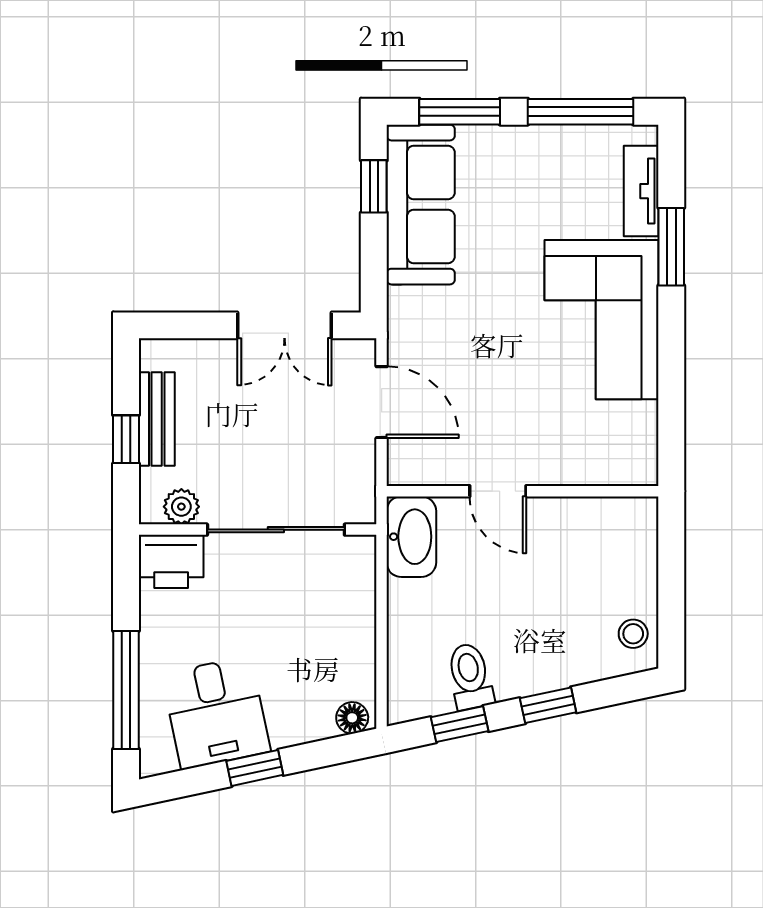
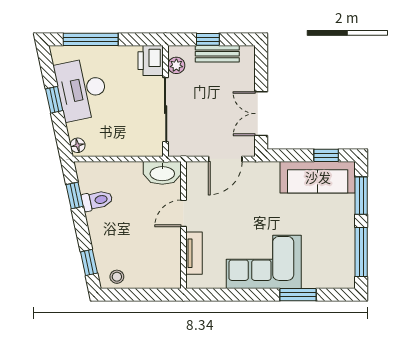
tv unit: (641, 191) -> (194, 253), moved, turned 90
window: (548, 705) -> (89, 263), moved
desk: (216, 713) -> (82, 89), width x1.37

